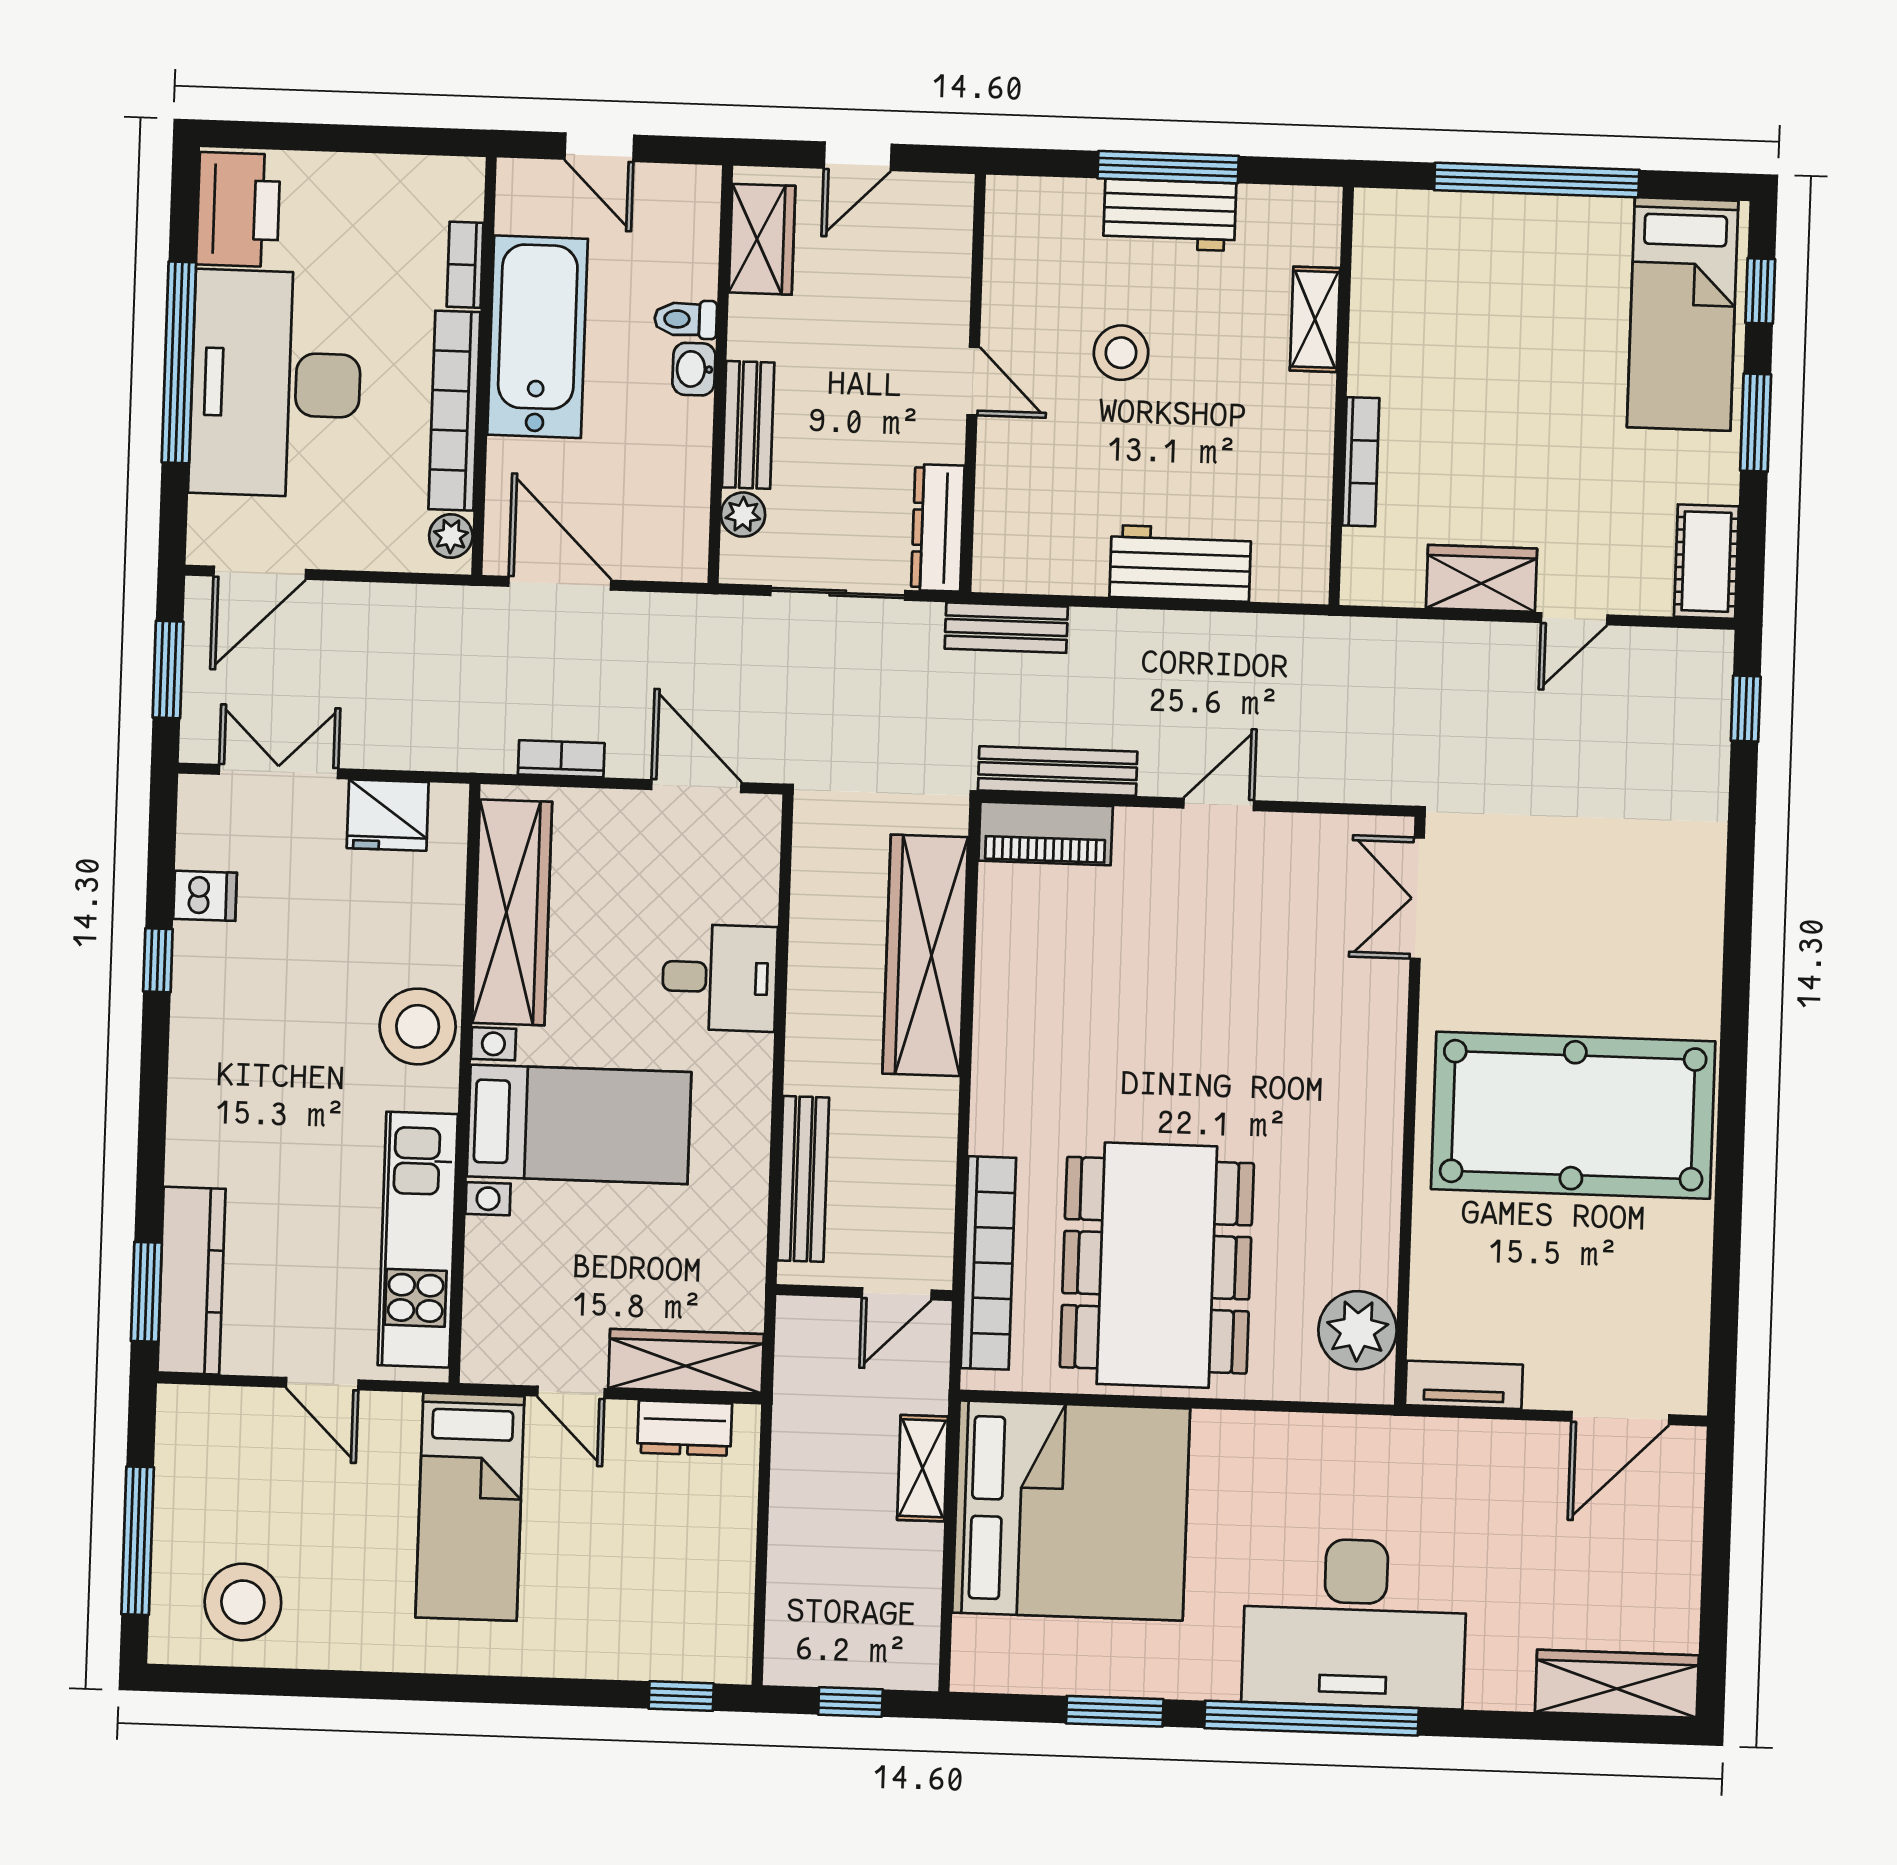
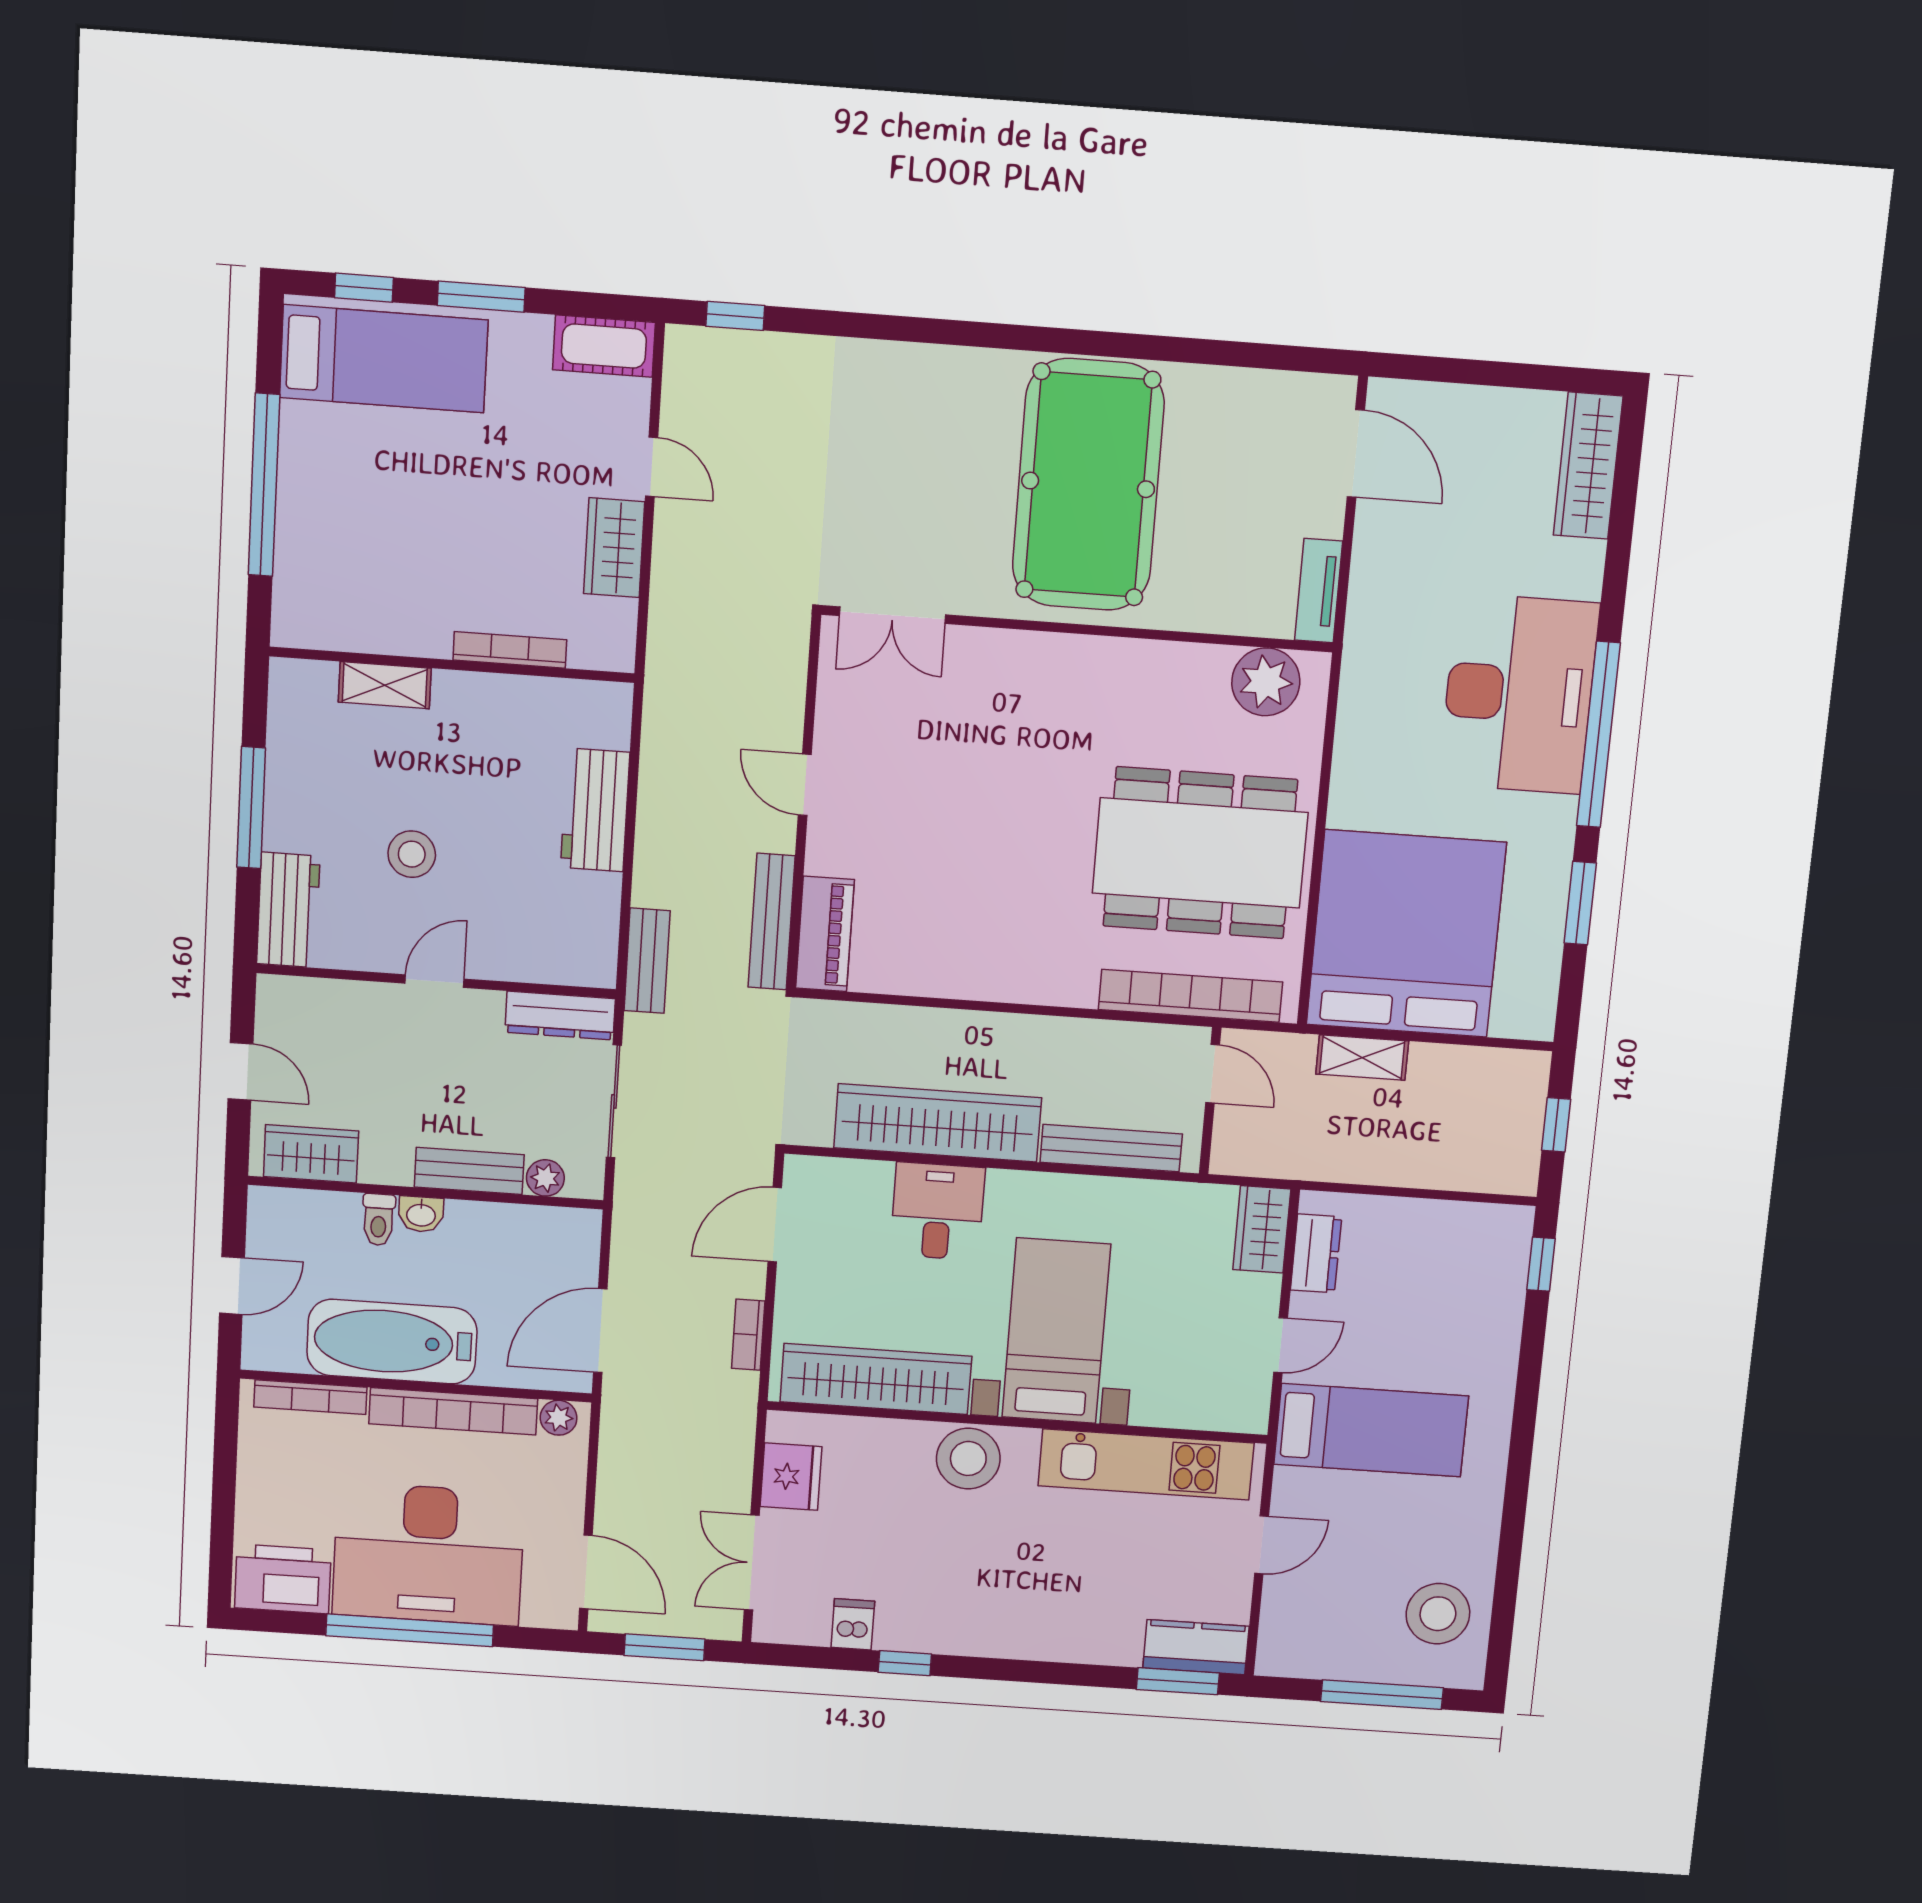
workbench: (1170, 215) -> (288, 910), moved
bookcase: (465, 265) -> (310, 1397), width x1.56
wardrobe: (925, 955) -> (938, 1123), moved, turned 180
kitchen counter: (191, 1281) -> (1196, 1647), width x0.67
wardrobe: (686, 1361) -> (1262, 1229), width x0.67

